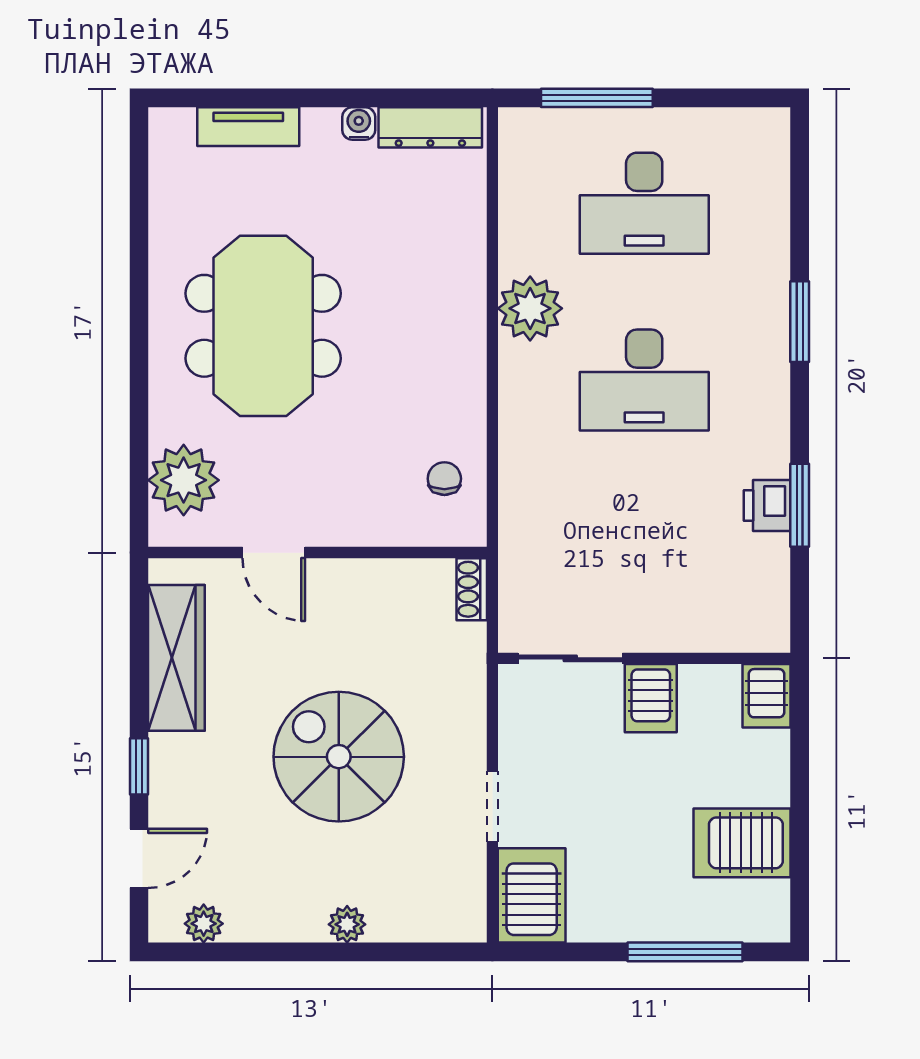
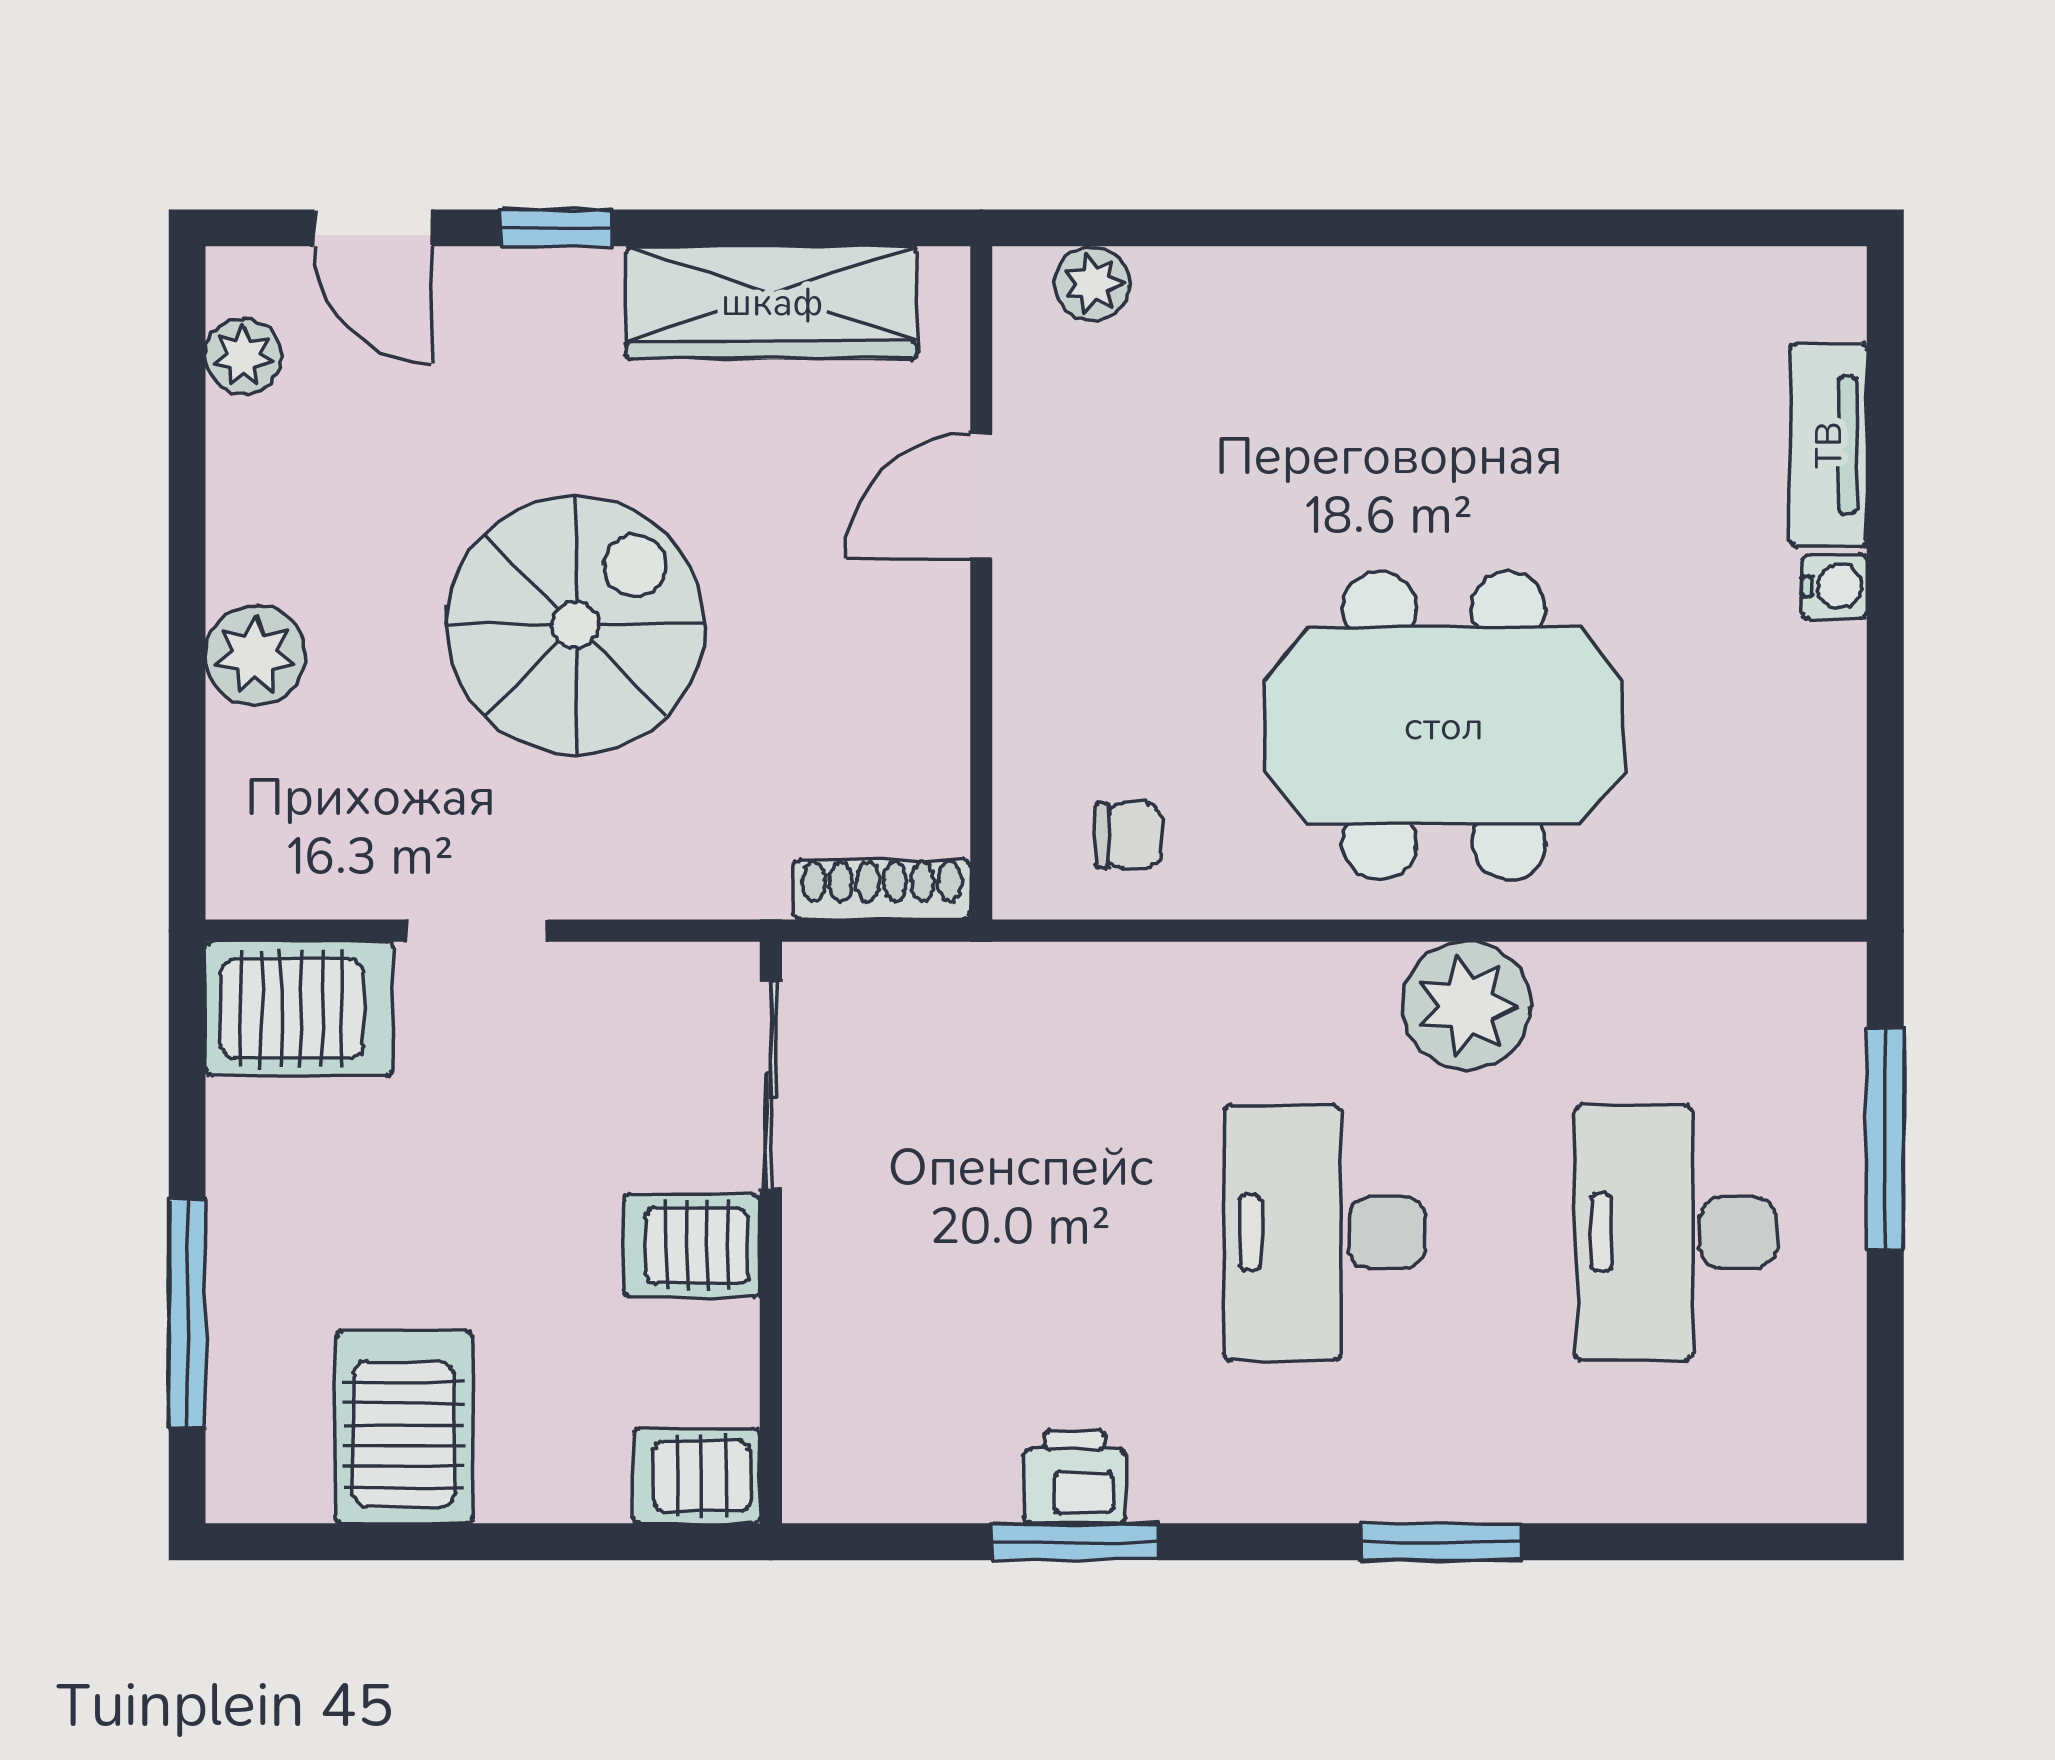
water cooler: (359, 123) -> (1834, 586), moved
dresser: (430, 127) -> (1827, 807), removed
meeting table: (263, 326) -> (1444, 726), moved
plant: (184, 480) -> (1093, 284), width x0.53, depth x0.53
shoe rack: (472, 589) -> (882, 889), width x1.43
plant: (347, 924) -> (256, 655), width x1.38, depth x1.38

